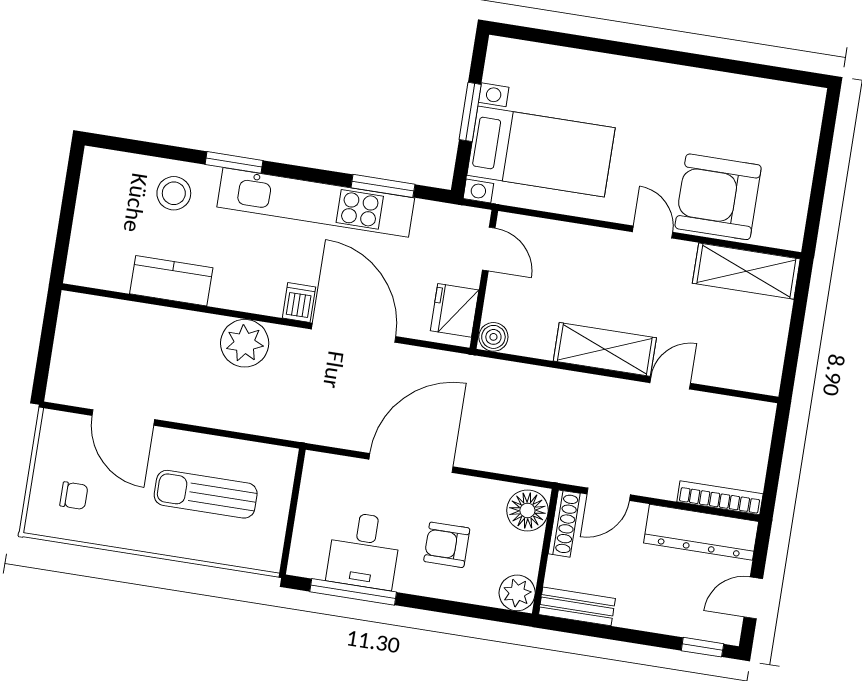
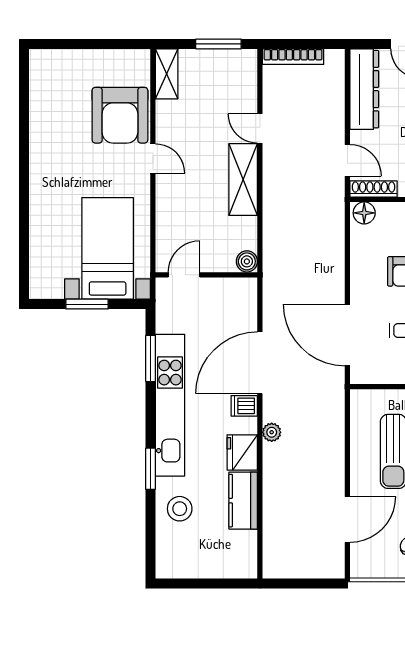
door: (653, 232) -> (153, 159), swing flipped
shelving: (746, 271) -> (167, 74), width x0.67, depth x0.75
fridge: (455, 310) -> (242, 452), moved, turned 90
plant: (245, 343) -> (272, 432), width x0.53, depth x0.53
window: (793, 345) -> (218, 44), added
door: (411, 463) -> (347, 335), moved
bookcase: (720, 498) -> (293, 57), moved, turned -90
floor lamp: (527, 510) -> (364, 213), width x0.73, depth x0.73

